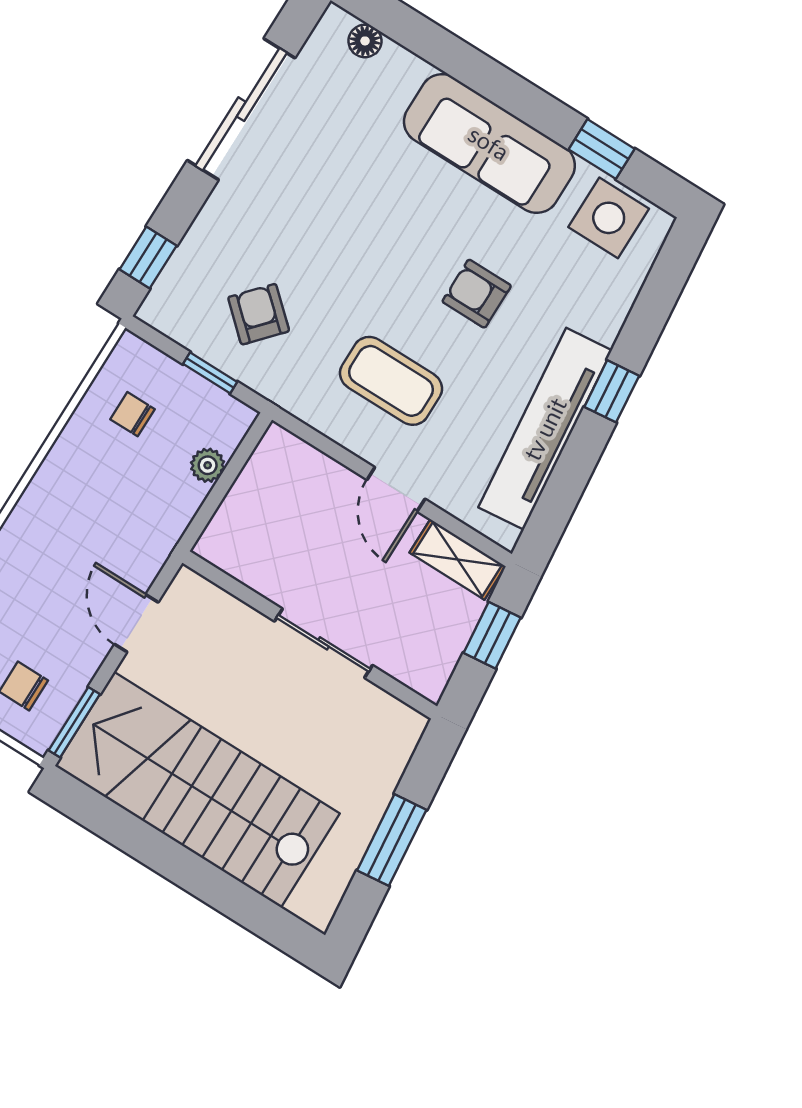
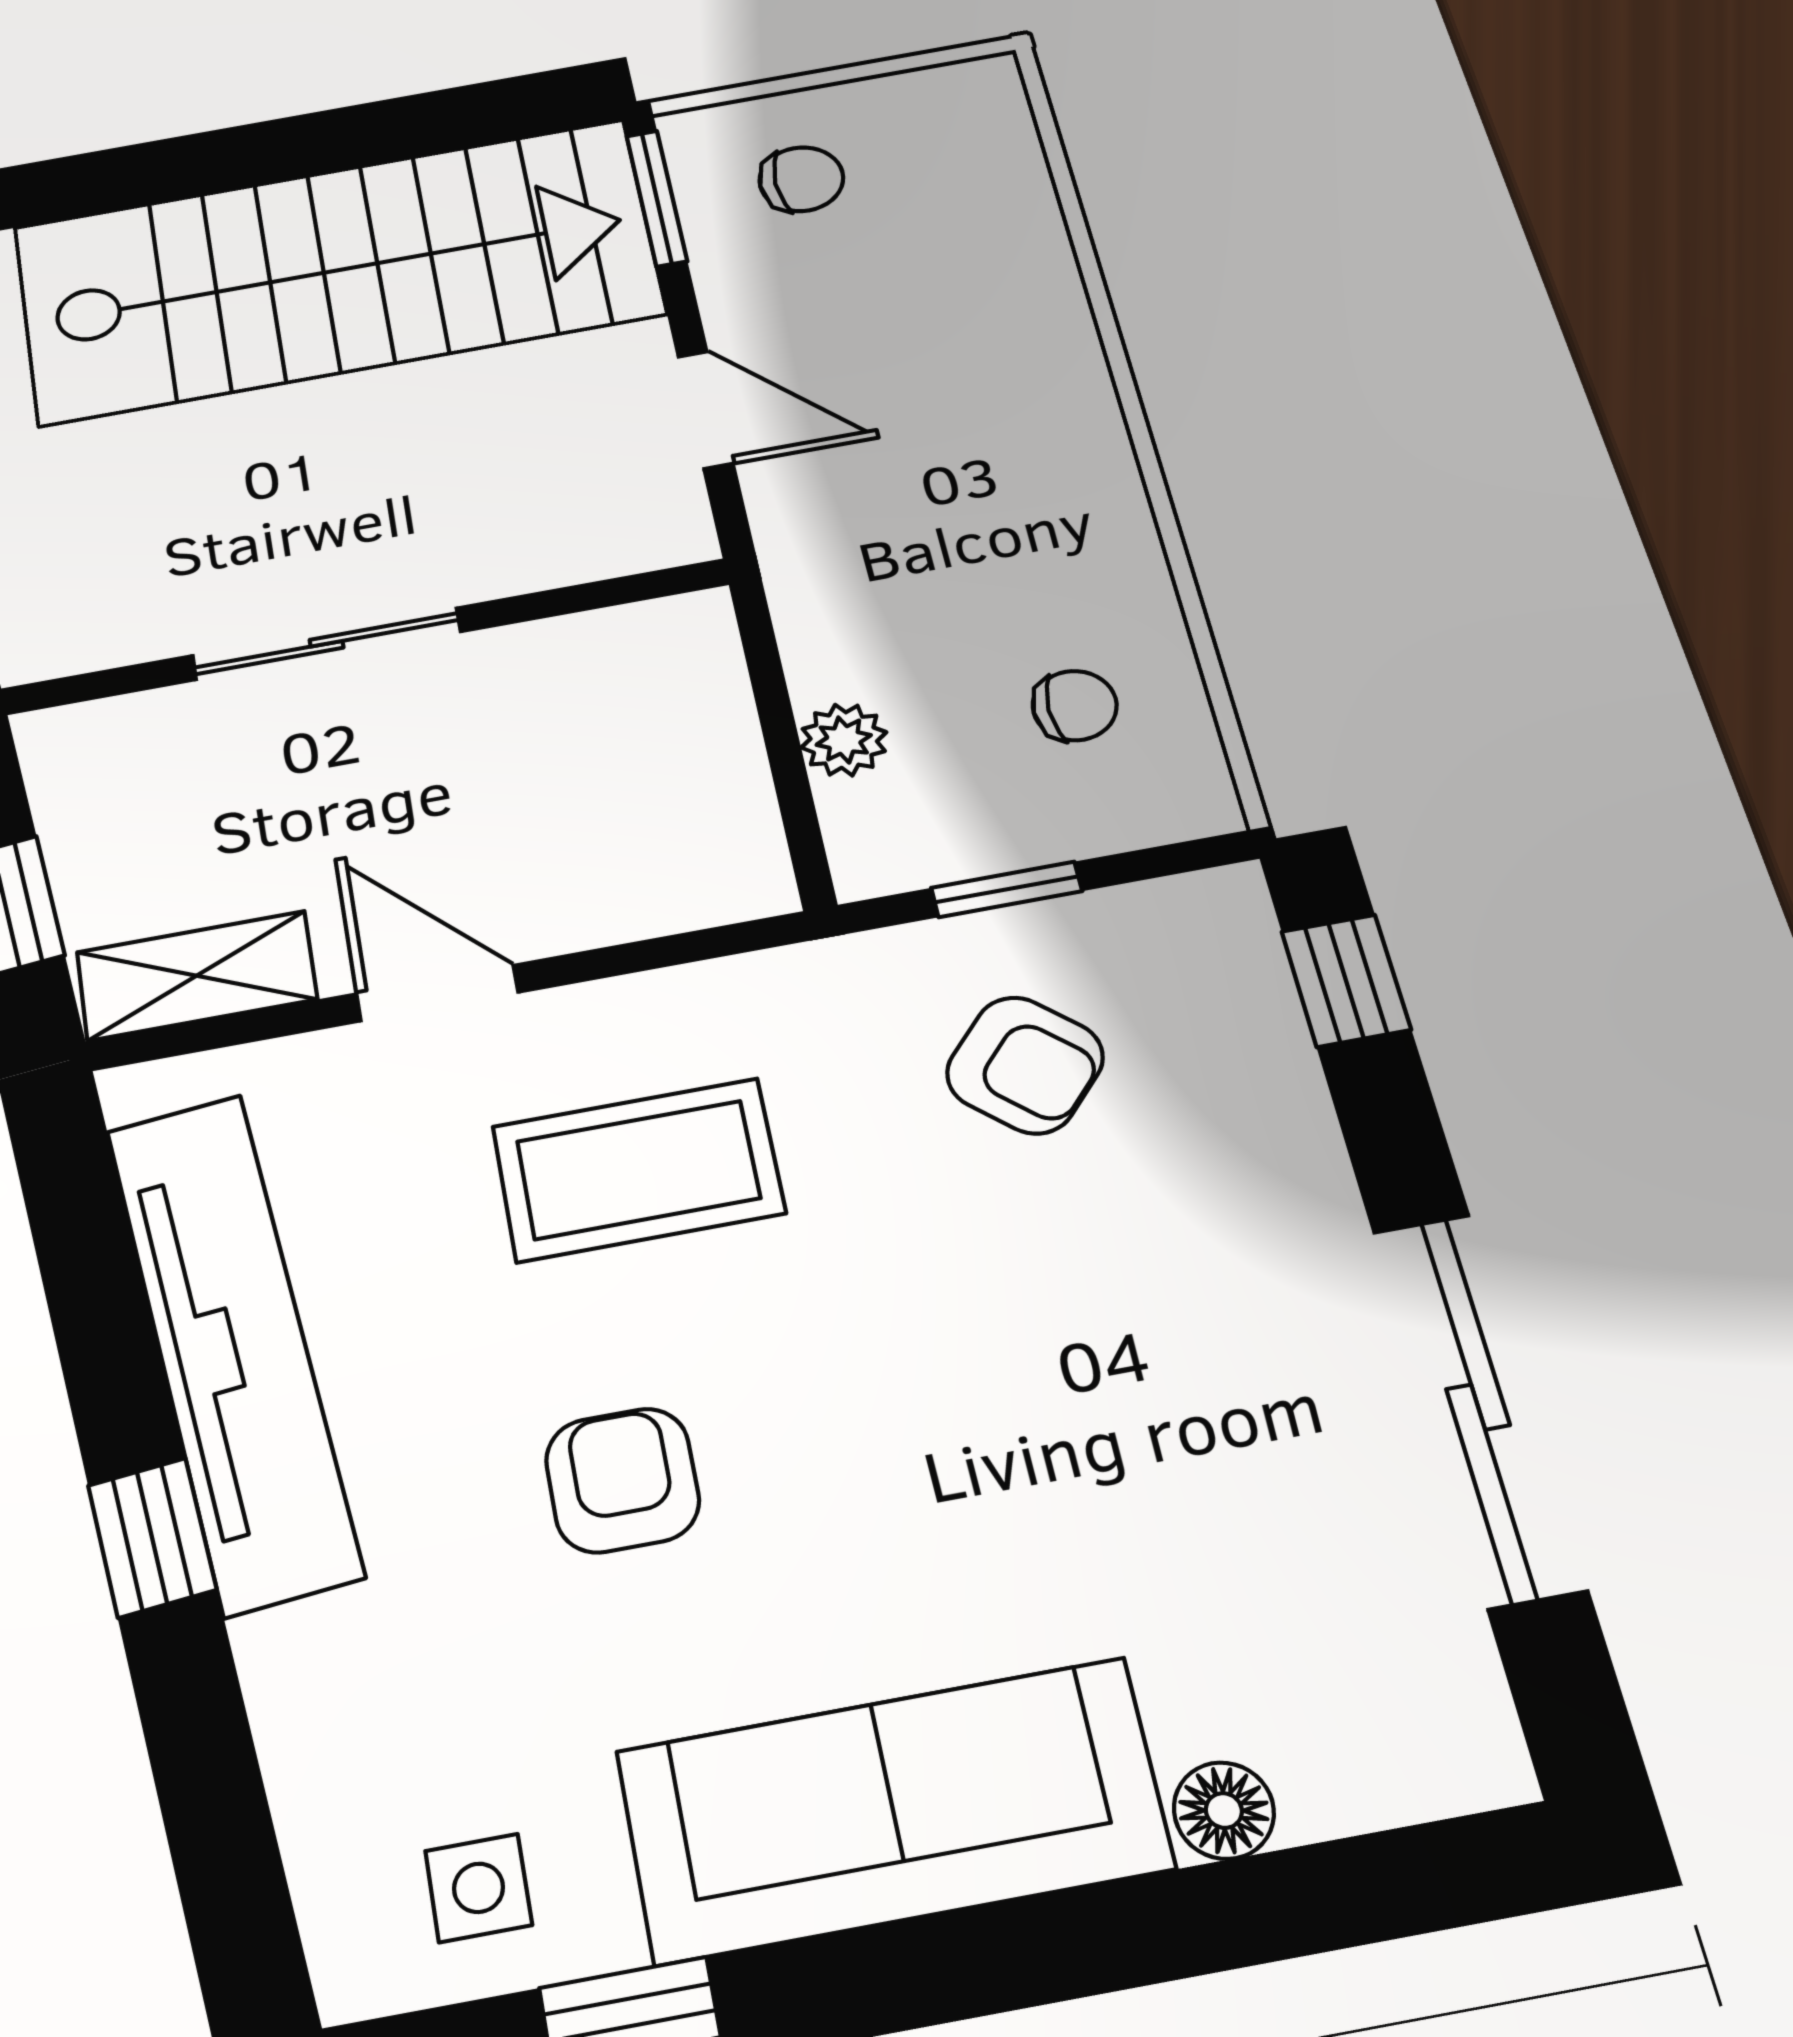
floor lamp: (365, 41) -> (1224, 1811), moved
side table: (609, 218) -> (479, 1888), width x0.54, depth x0.54
armchair: (477, 294) -> (622, 1480), turned -90

